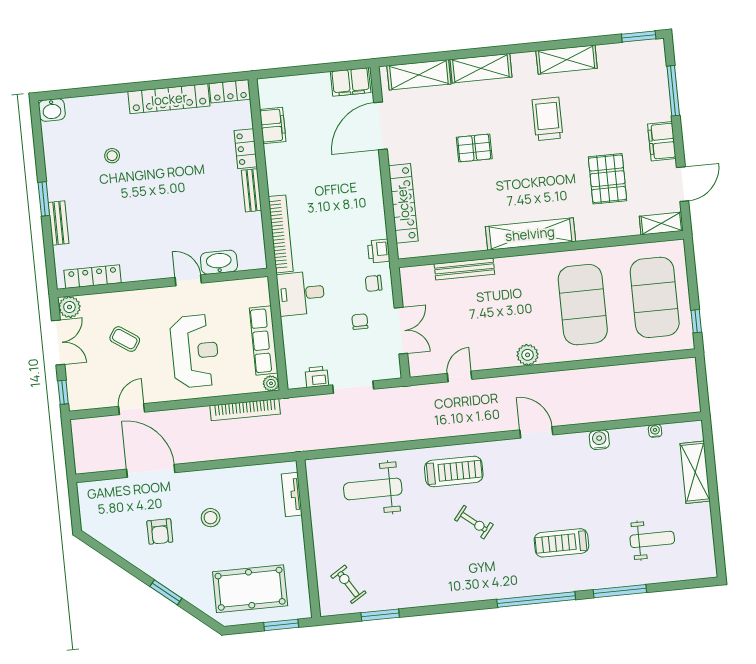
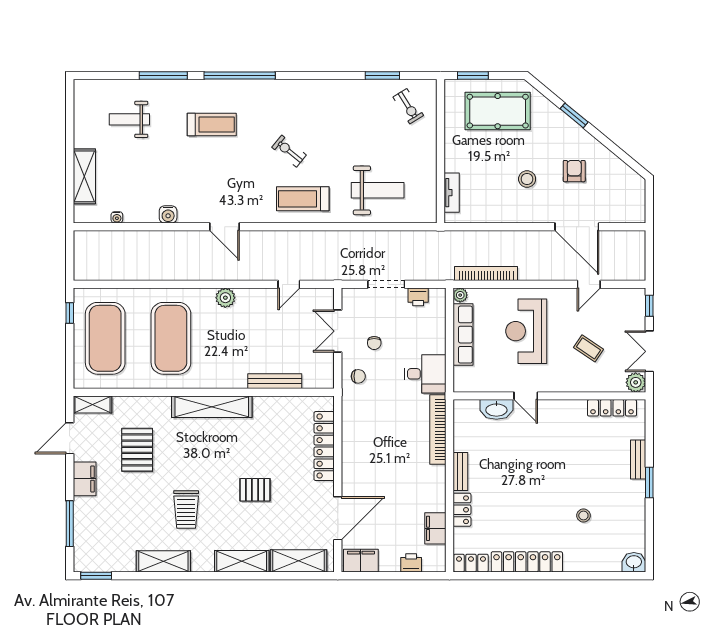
printer: (379, 251) -> (411, 563), moved, turned -90

